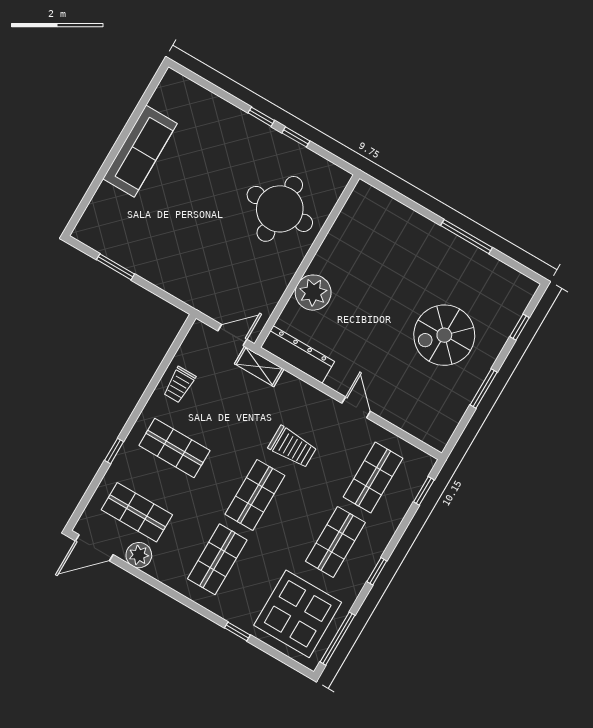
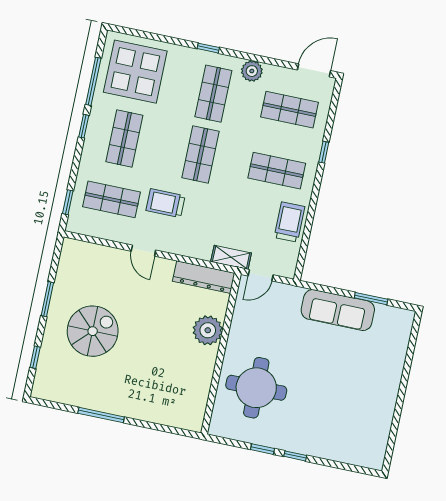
sofa: (140, 151) -> (338, 310), moved, turned -90
trolley: (179, 385) -> (289, 222), width x1.36, depth x1.39
trolley: (292, 447) -> (165, 203), moved
shop shelf: (373, 478) -> (112, 199), turned 90
plant: (139, 555) -> (252, 71), moved
window: (237, 631) -> (208, 48), moved
window: (338, 639) -> (93, 81), moved

